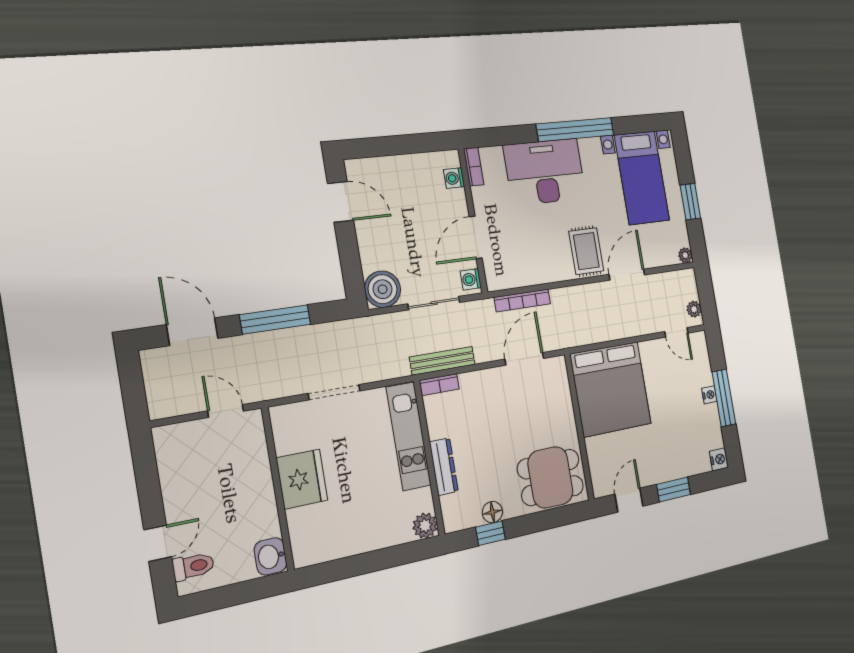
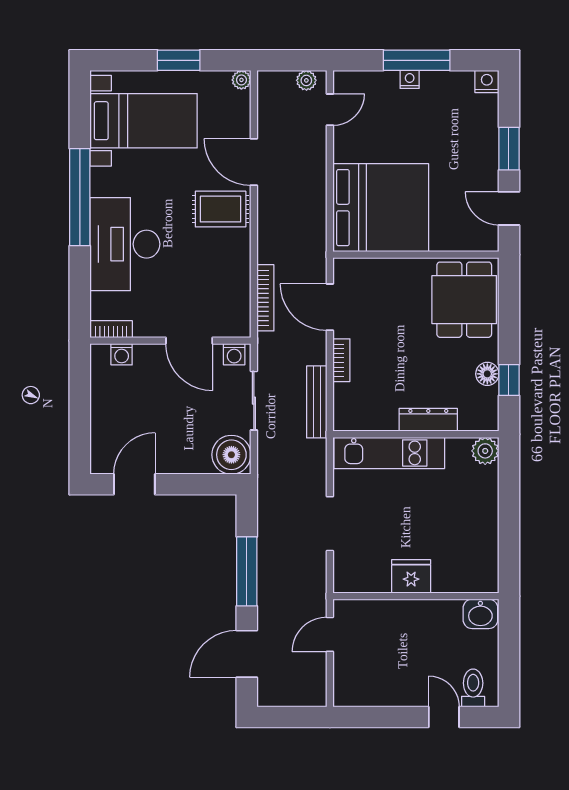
bookcase: (439, 385) -> (341, 360), moved
fridge: (302, 479) -> (411, 576), width x0.73, depth x0.75

